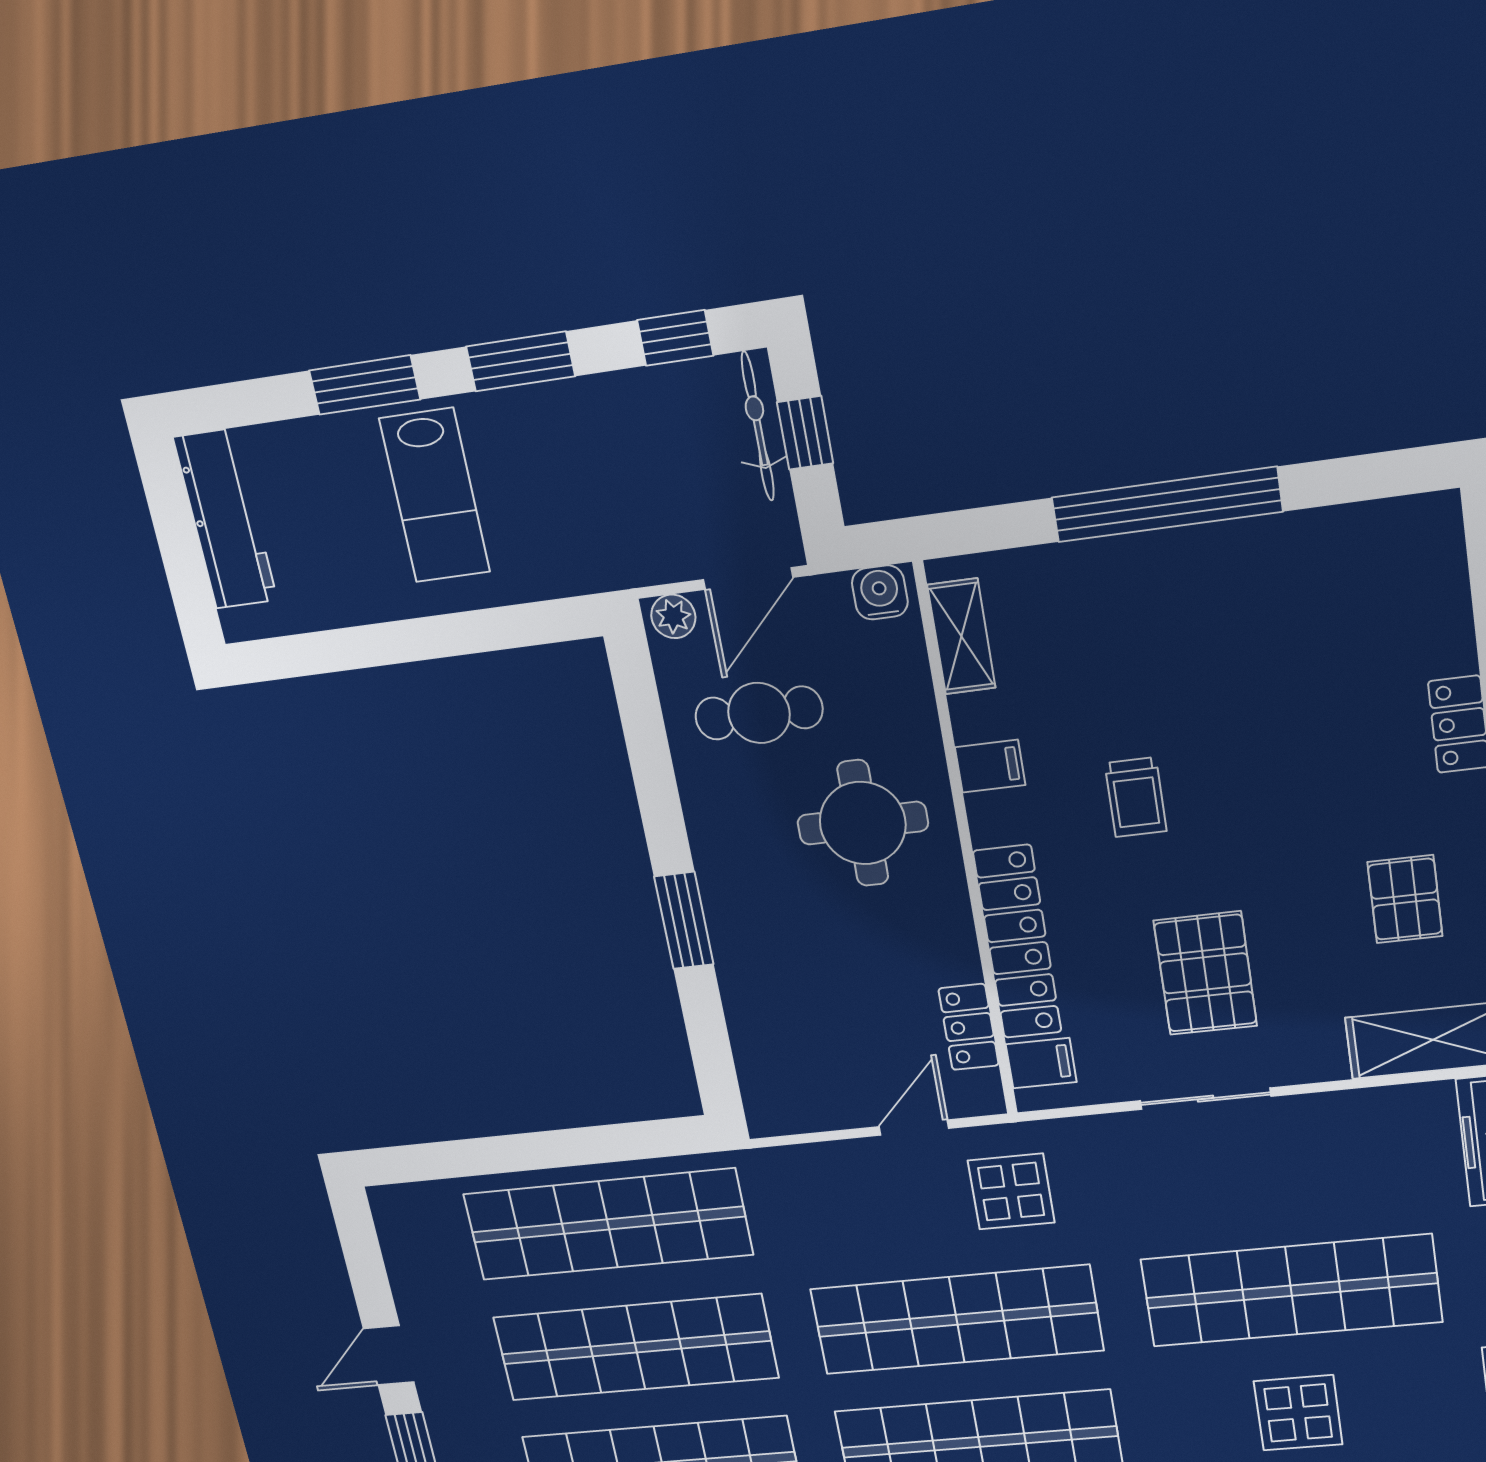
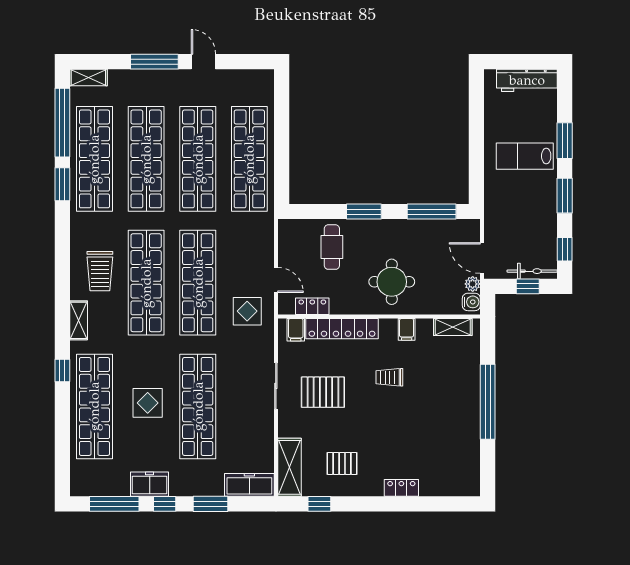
plant: (673, 616) -> (473, 284), moved
cafe table: (759, 713) -> (332, 247), moved
window: (646, 738) -> (432, 212), added

